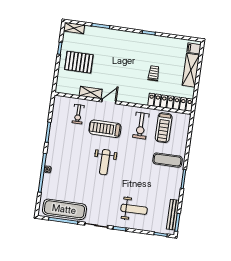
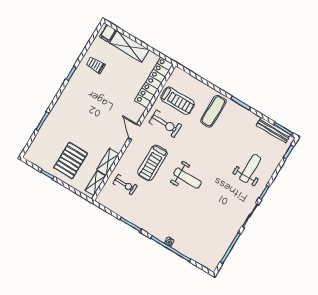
shelving: (74, 28) -> (95, 183), moved
trolley: (154, 73) -> (96, 65), moved
door: (109, 101) -> (134, 132), moved
exercise mat: (64, 209) -> (219, 242), removed

